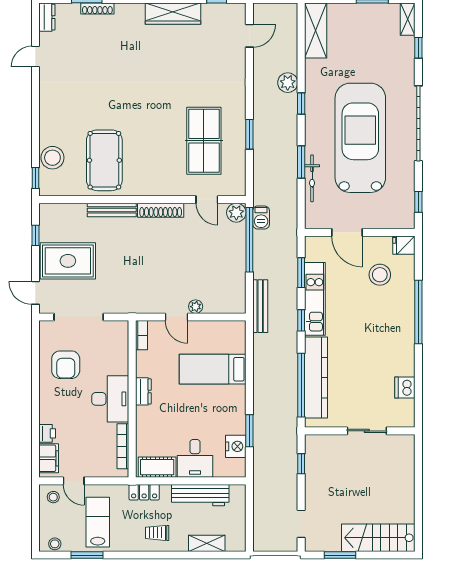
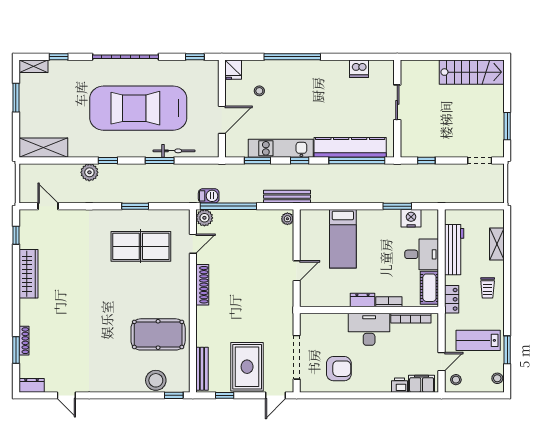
bench: (112, 210) -> (202, 369), moved
stool: (380, 275) -> (259, 91), width x0.53, depth x0.53
plant: (196, 307) -> (287, 219), moved
bookcase: (141, 335) -> (389, 302), moved
stairs: (378, 538) -> (472, 72), moved, turned -90

